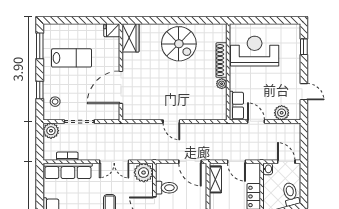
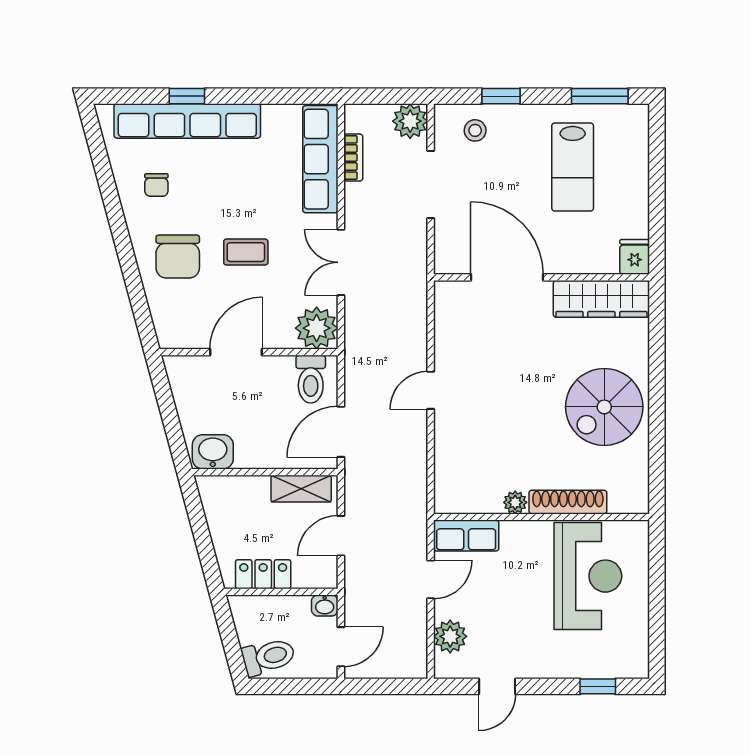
wardrobe: (131, 38) -> (601, 299), width x1.50
toilet: (166, 188) -> (311, 379), moved

